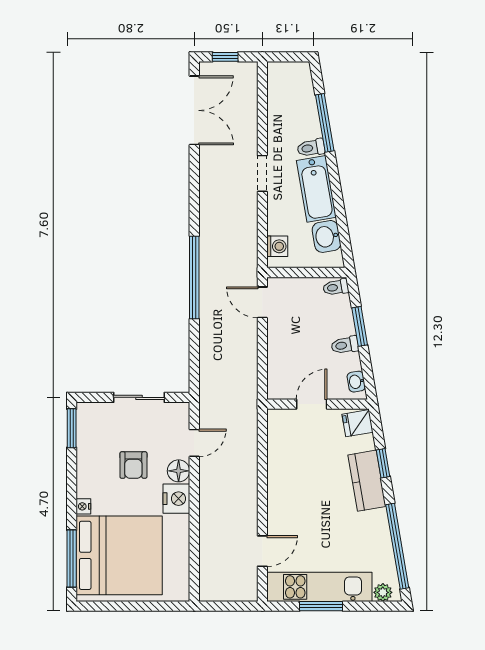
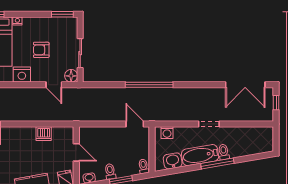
window: (325, 123) -> (217, 163), moved
door: (262, 302) -> (135, 124), hinge flipped
dishwasher: (279, 461) -> (44, 134), added
floor lamp: (179, 471) -> (71, 76), moved

